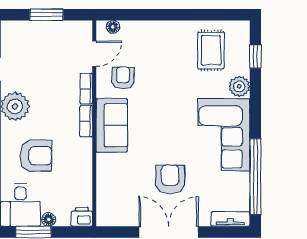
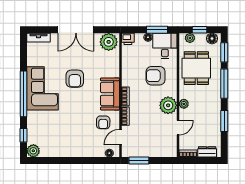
window: (46, 15) -> (139, 161), moved
rug: (211, 50) -> (50, 139), removed
plant: (239, 86) -> (33, 151), moved
window: (255, 177) -> (24, 94), moved
armchair: (170, 179) -> (75, 79), moved
plant: (114, 212) -> (109, 42), added

